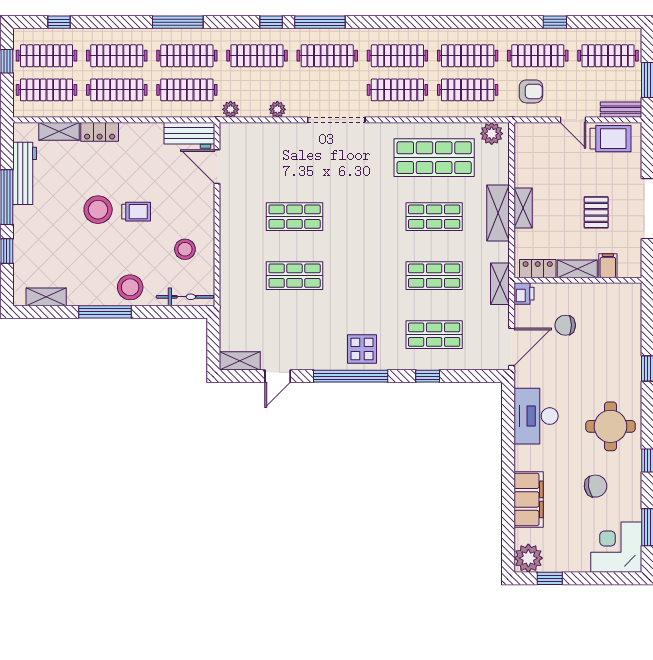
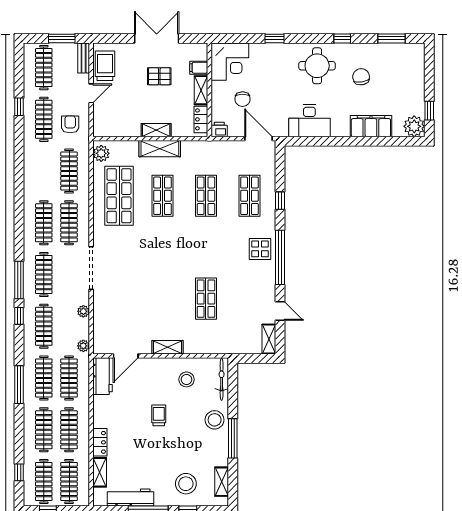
clothes rail: (468, 56) -> (44, 171), removed
stool: (98, 210) -> (186, 484), moved
shop shelf: (295, 217) -> (162, 299), removed
shelving: (500, 284) -> (168, 347), moved
corner desk: (616, 547) -> (230, 62), moved, turned -90

